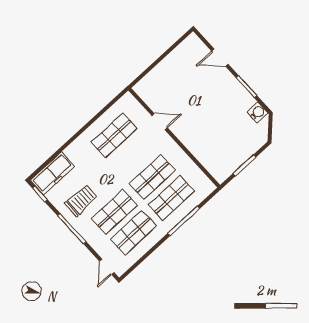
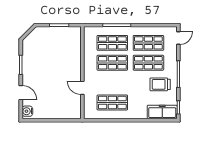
water cooler: (258, 113) -> (27, 111), moved

